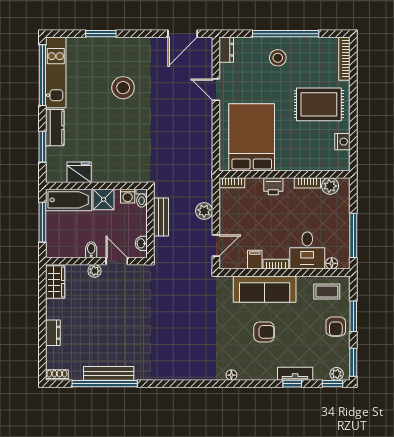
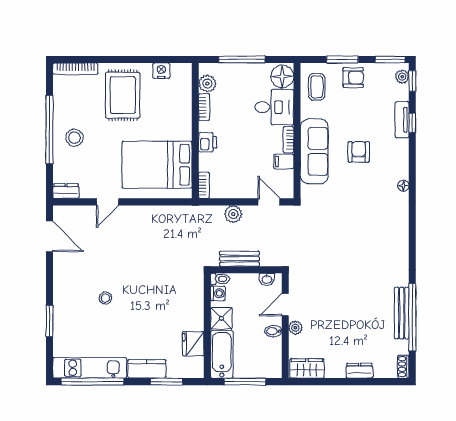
stool: (123, 88) -> (105, 298), width x0.53, depth x0.53
window: (353, 235) -> (242, 59), moved
floor lamp: (332, 263) -> (282, 76), width x1.89, depth x1.89

